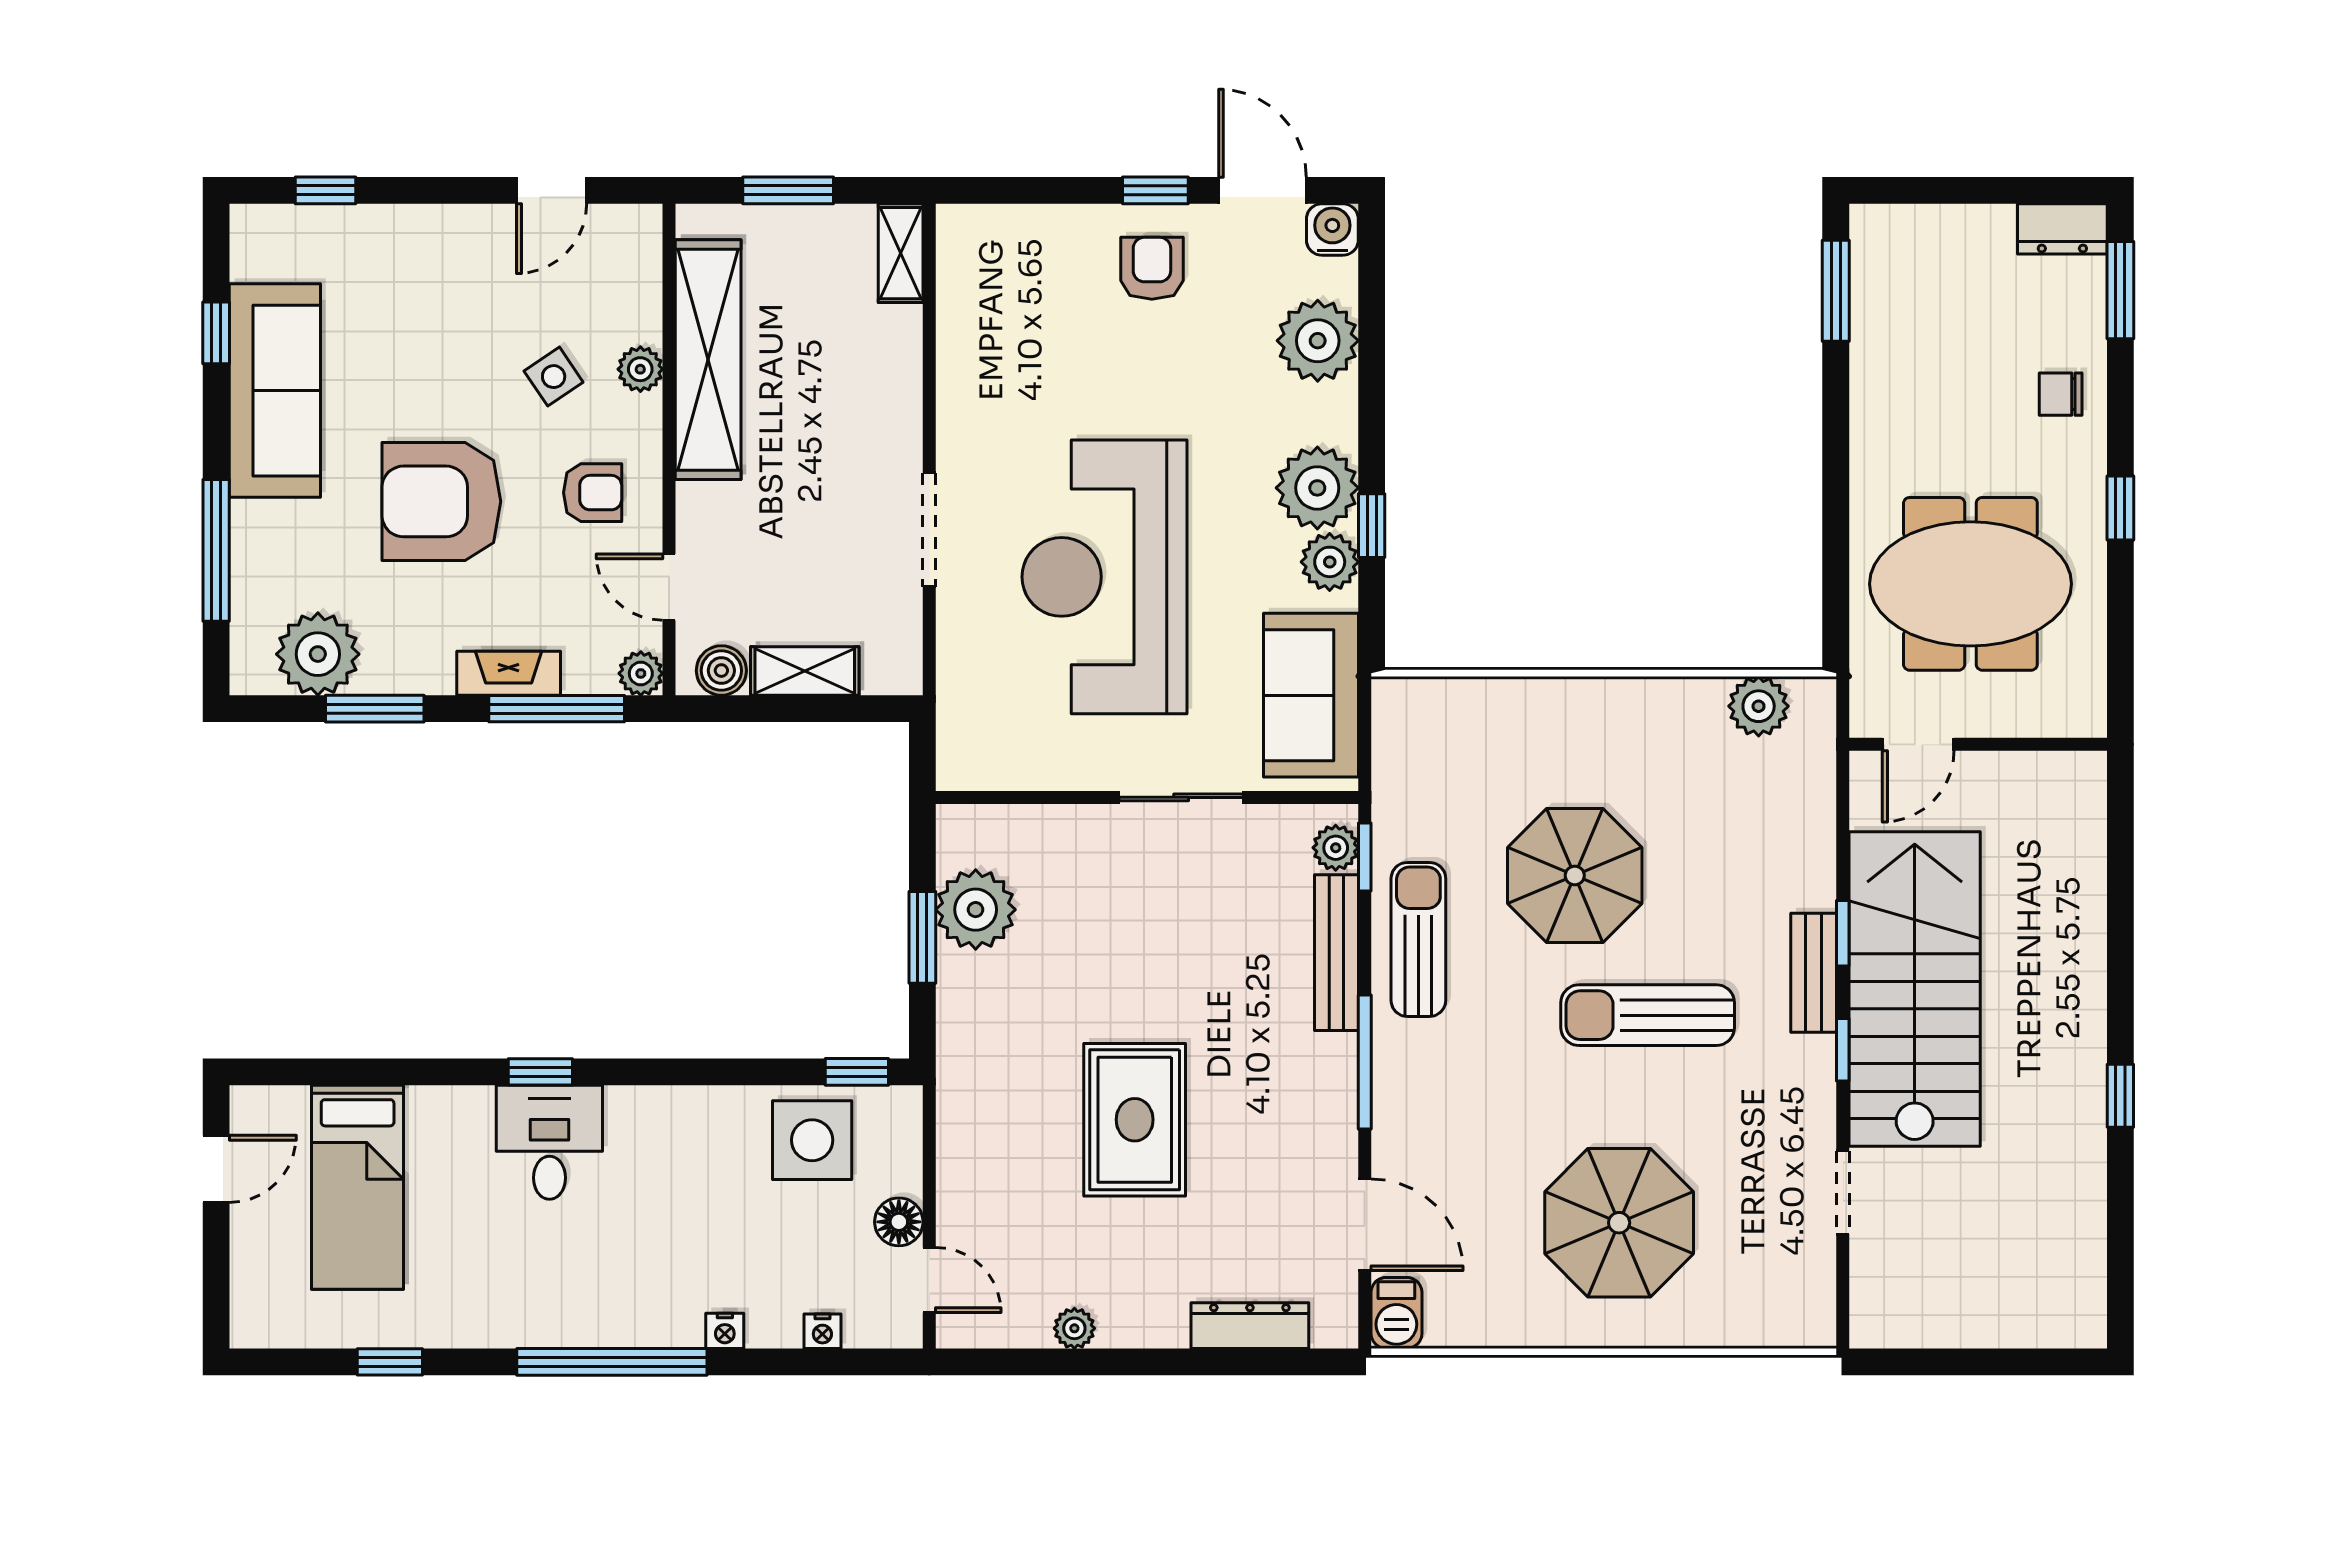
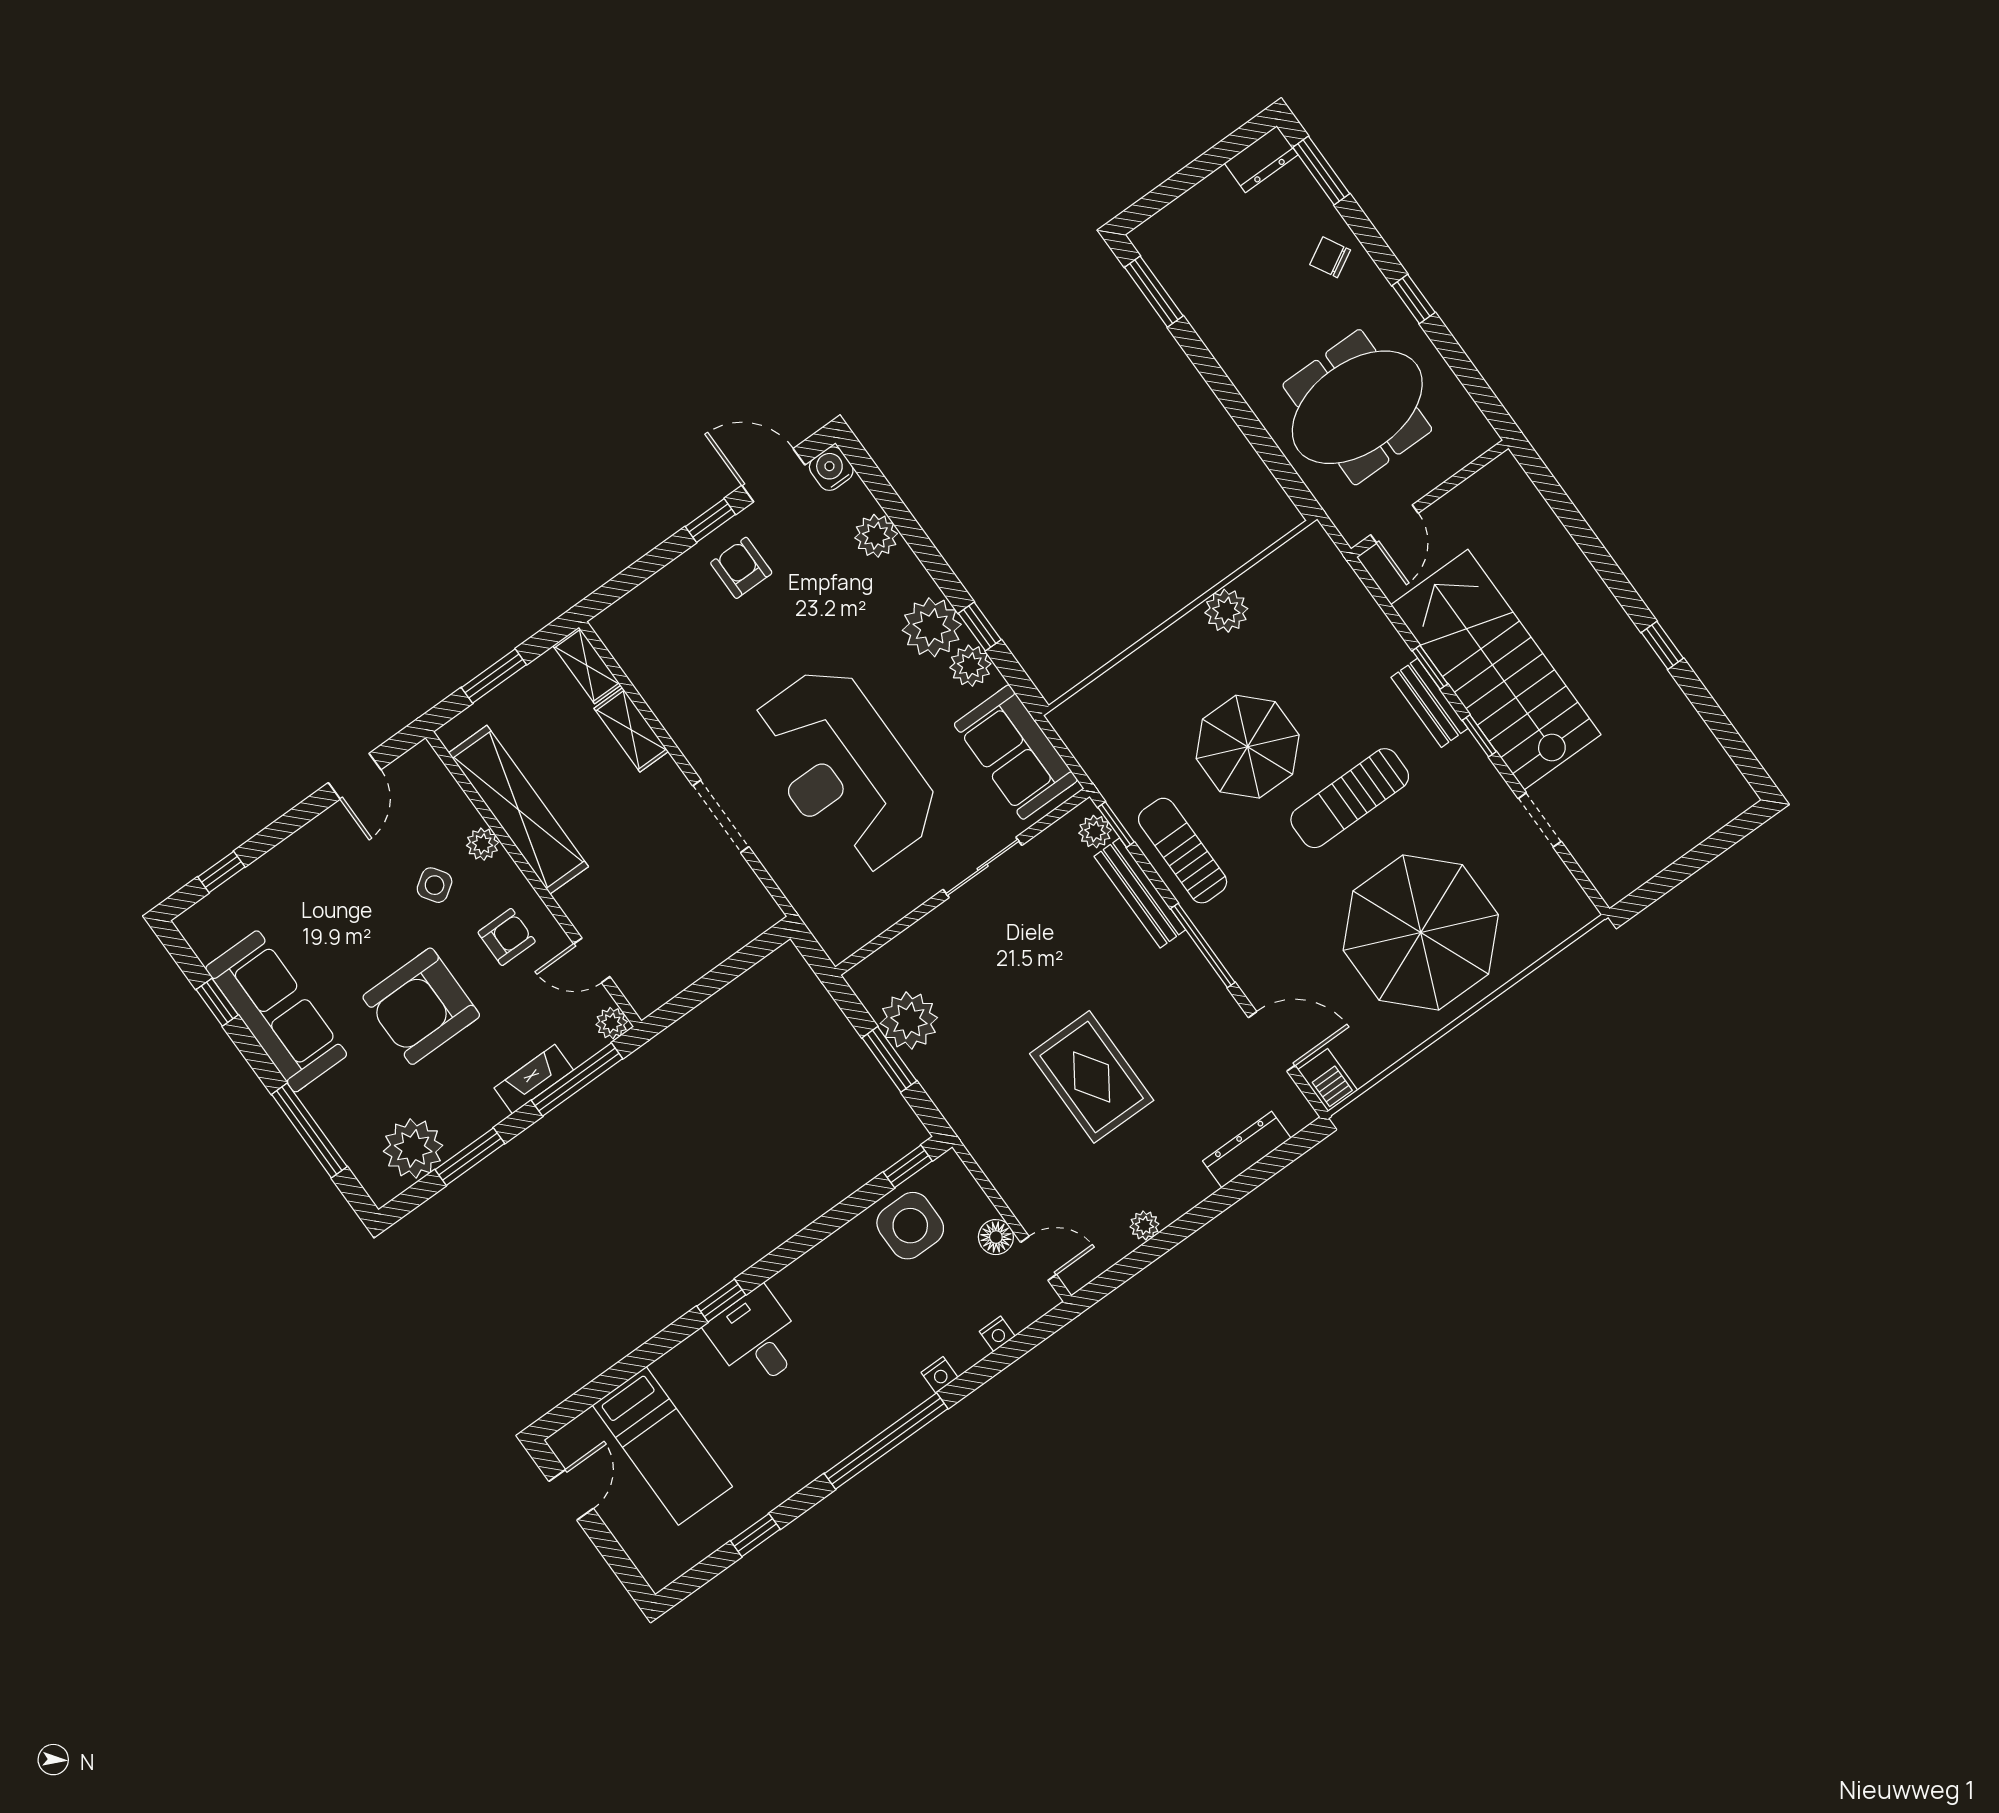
plant: (1318, 341) -> (876, 536), width x0.73, depth x0.73
chair: (2061, 394) -> (1330, 257), turned 61
boiler: (721, 671) -> (658, 987), removed
shelving: (805, 671) -> (631, 730), moved, turned 90
plant: (1759, 706) -> (1226, 611), moved
parasol: (1619, 1223) -> (1421, 933), width x1.36, depth x1.36

